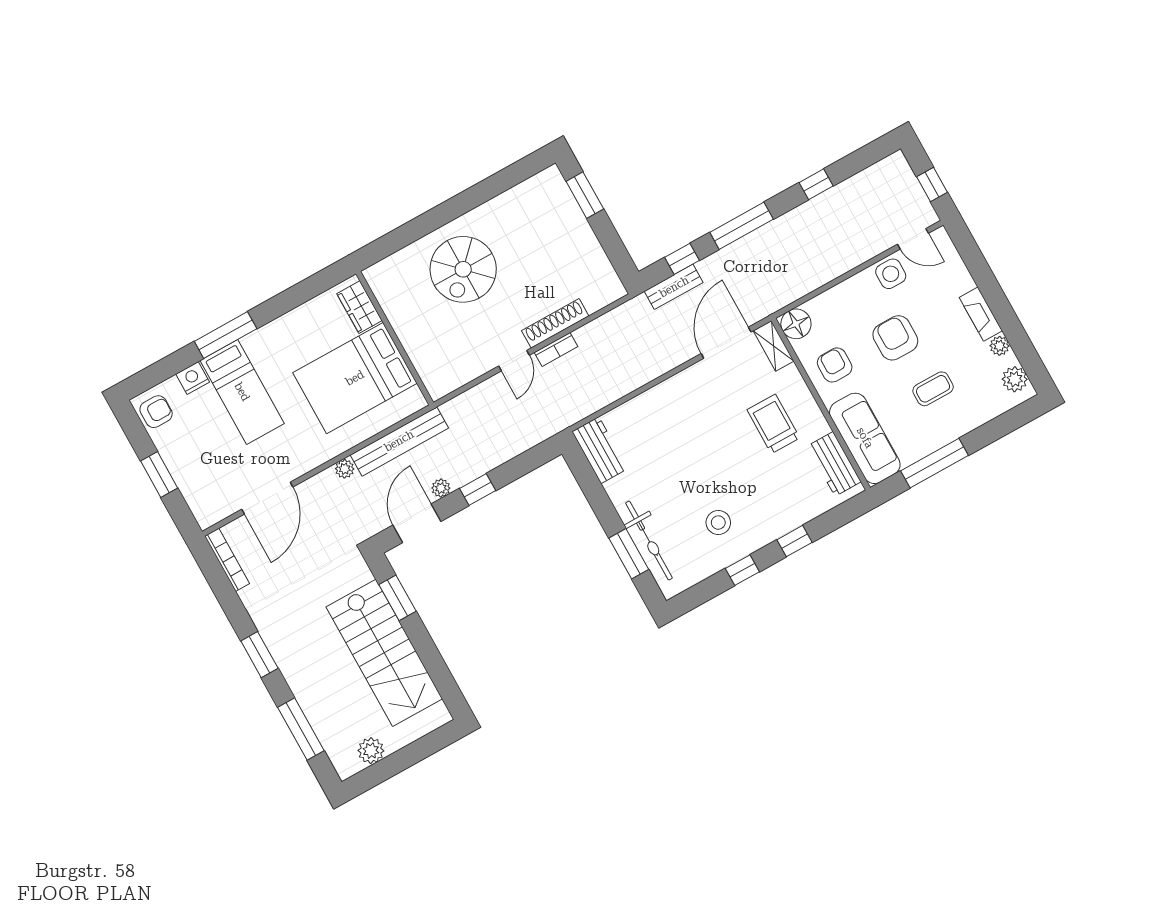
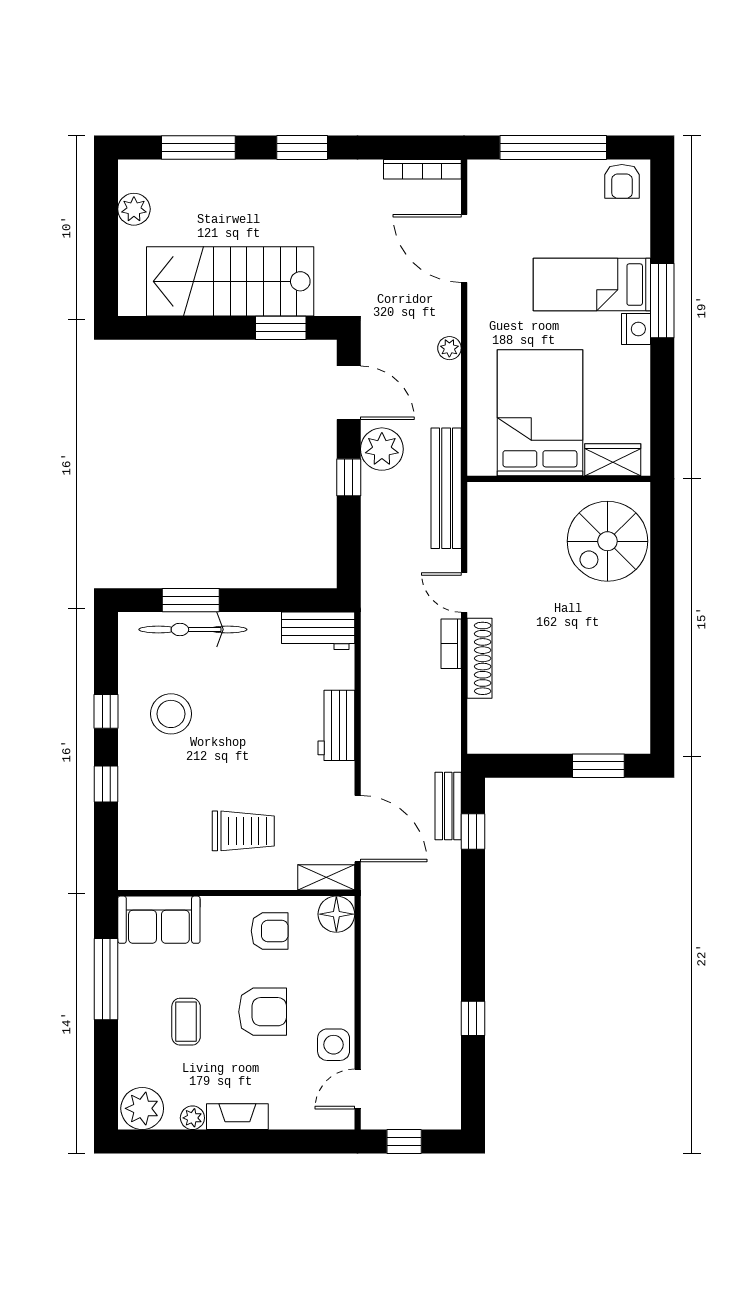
window: (742, 226) -> (473, 914), removed
spiral stairs: (463, 269) -> (607, 541), moved, turned -90
nightstand: (193, 378) -> (636, 329), moved
plant: (1015, 379) -> (142, 1108), width x1.36, depth x1.36
sofa: (865, 438) -> (159, 920), width x0.73
bench: (399, 441) -> (446, 488), moved
workbench: (834, 464) -> (336, 725), moved, turned -90
window: (159, 474) -> (553, 147), width x2.11
plant: (441, 488) -> (382, 449), width x1.88, depth x1.88
stool: (718, 523) -> (171, 714), width x1.38, depth x1.38

